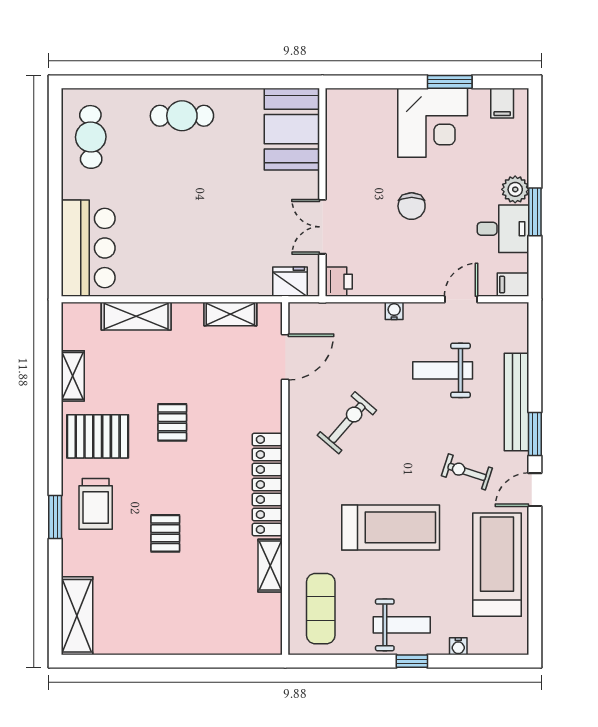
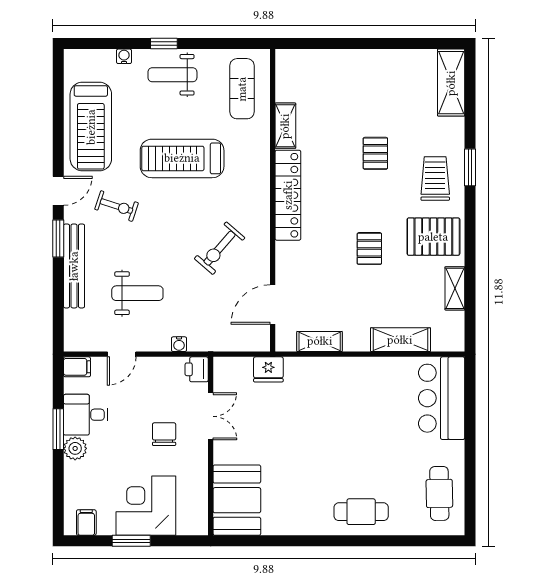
booth: (292, 129) -> (237, 500), moved
wall: (322, 192) -> (211, 446), moved
double door: (322, 227) -> (211, 416), moved
printer: (339, 282) -> (197, 369), moved

